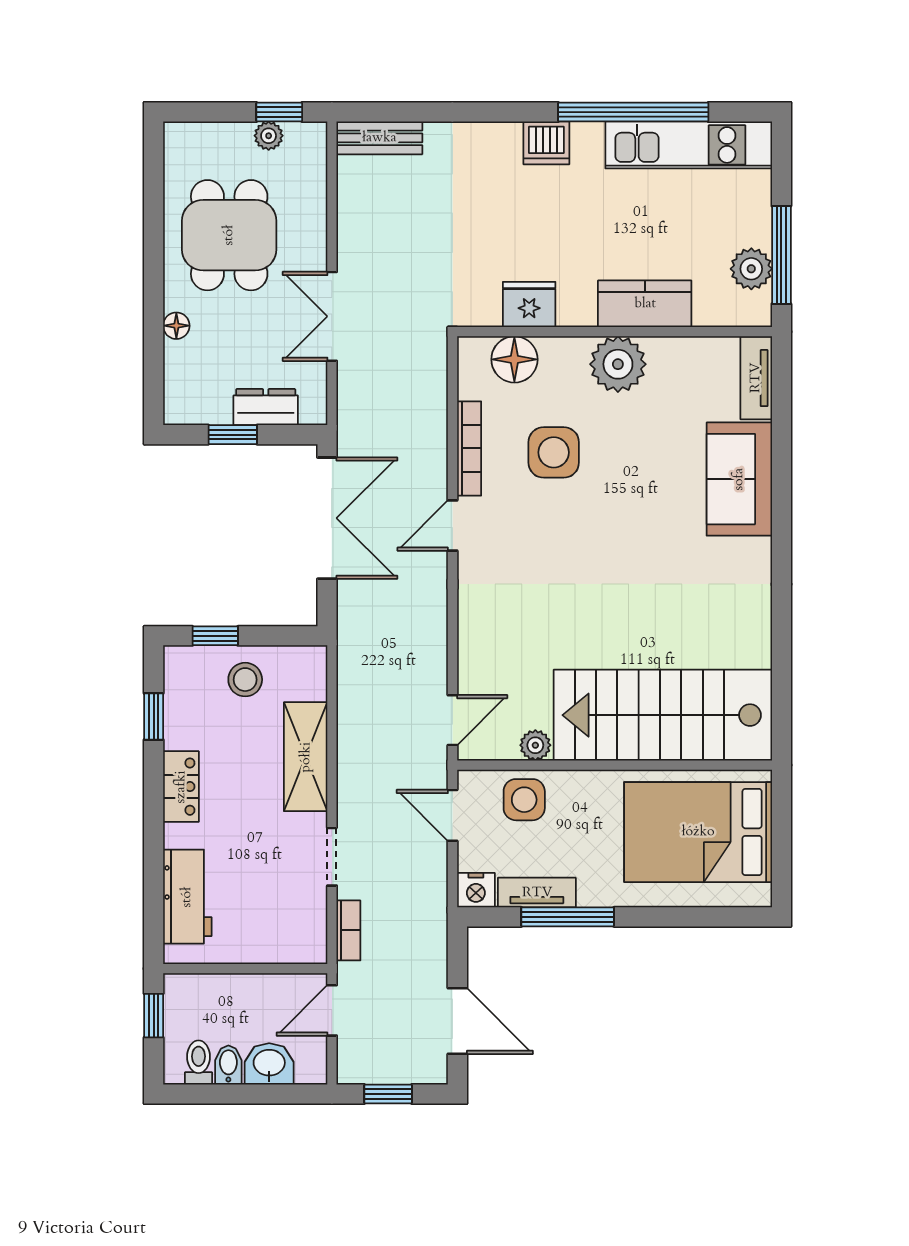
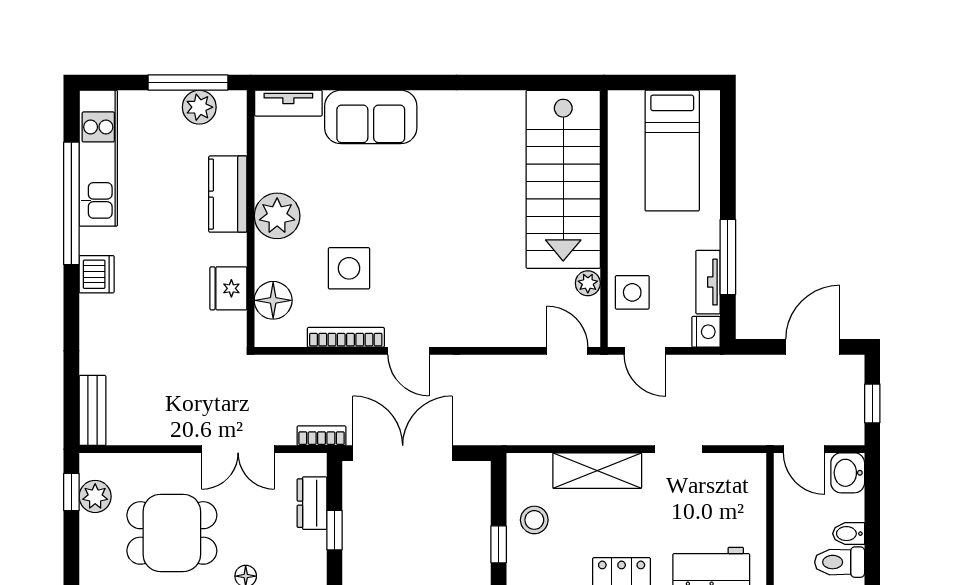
plant: (269, 136) -> (95, 496), width x1.38, depth x1.38
door: (452, 815) -> (645, 351), hinge flipped
bed: (698, 832) -> (672, 151), width x0.67
bookcase: (348, 930) -> (322, 436), moved
toilet: (199, 1063) -> (840, 562), width x1.37, depth x1.39
washbasin: (269, 1064) -> (848, 473), moved

